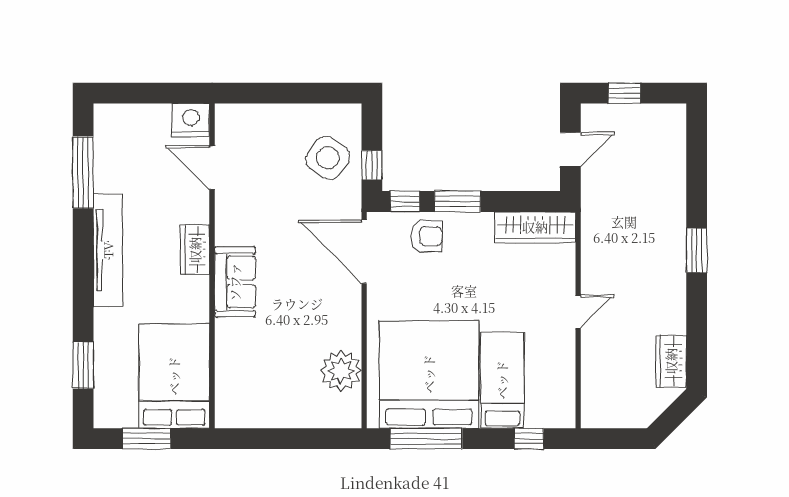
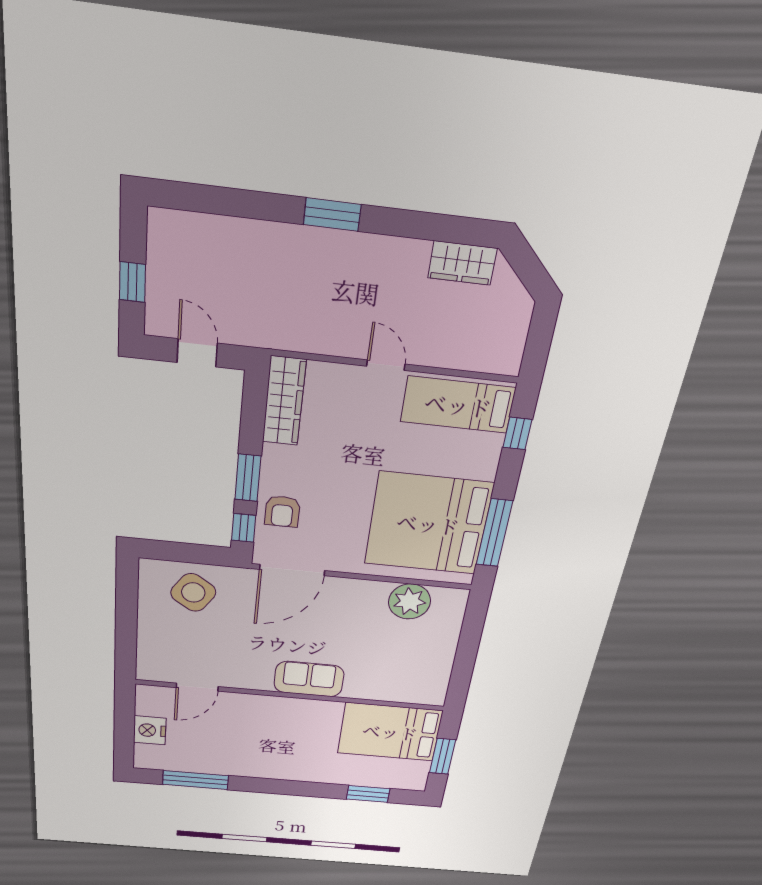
nightstand: (191, 120) -> (150, 730), moved
window: (372, 165) -> (203, 554), removed
armchair: (426, 236) -> (282, 511), turned 180
tv unit: (108, 250) -> (268, 769), removed
wardrobe: (195, 250) -> (274, 707), removed
bed: (502, 380) -> (458, 405), moved

